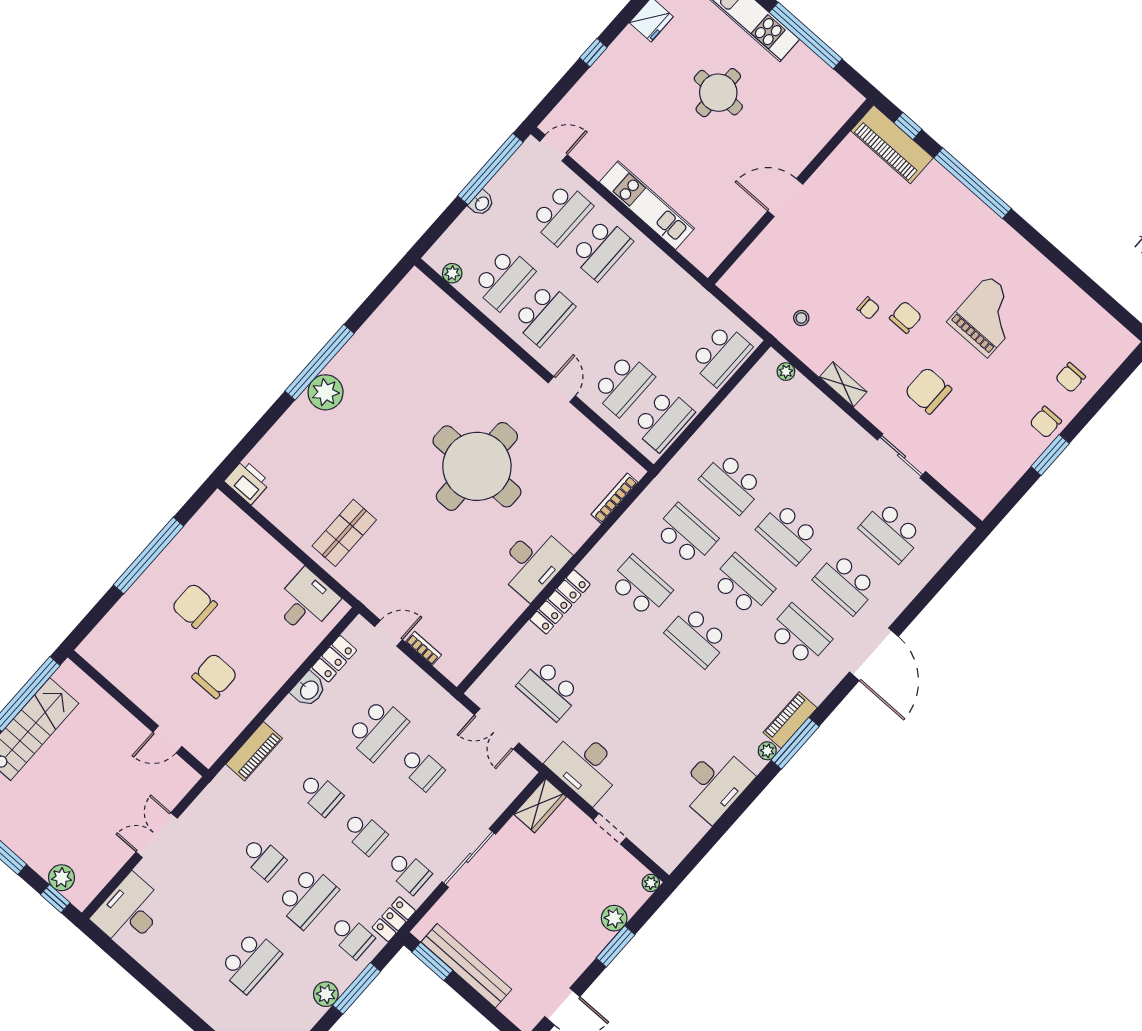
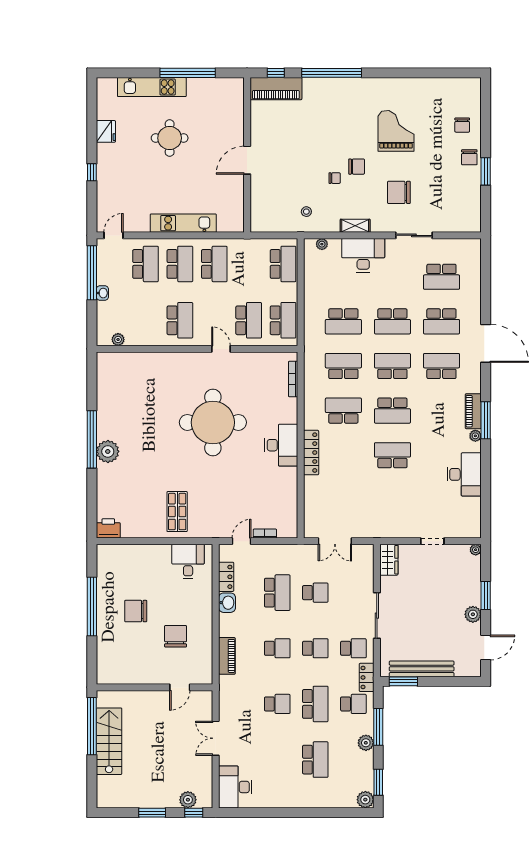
school desk: (504, 279) -> (214, 264), moved
chair: (906, 317) -> (357, 167), turned 90
school desk: (549, 690) -> (392, 455), moved, turned 180
desk: (585, 766) -> (363, 255), moved, turned 180
plant: (614, 918) -> (473, 614), moved

